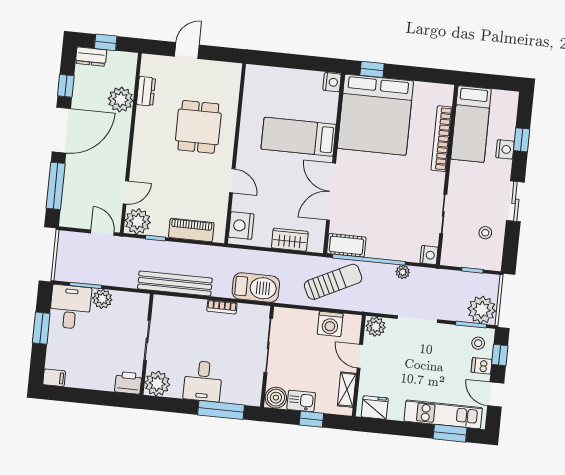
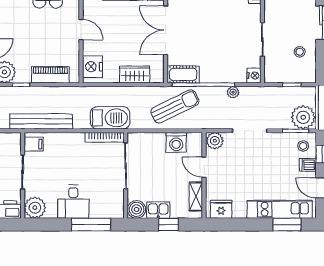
bookcase: (222, 307) -> (105, 137), moved, width x1.56
filing cabinet: (163, 309) -> (34, 144), added

